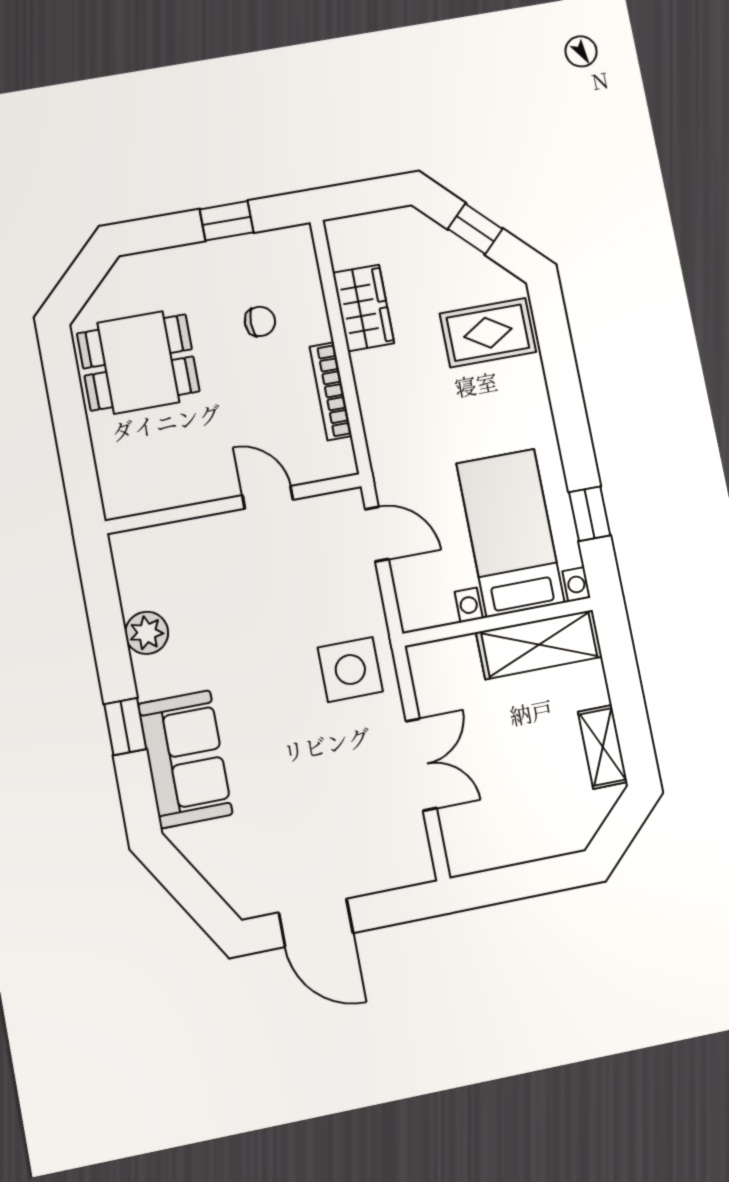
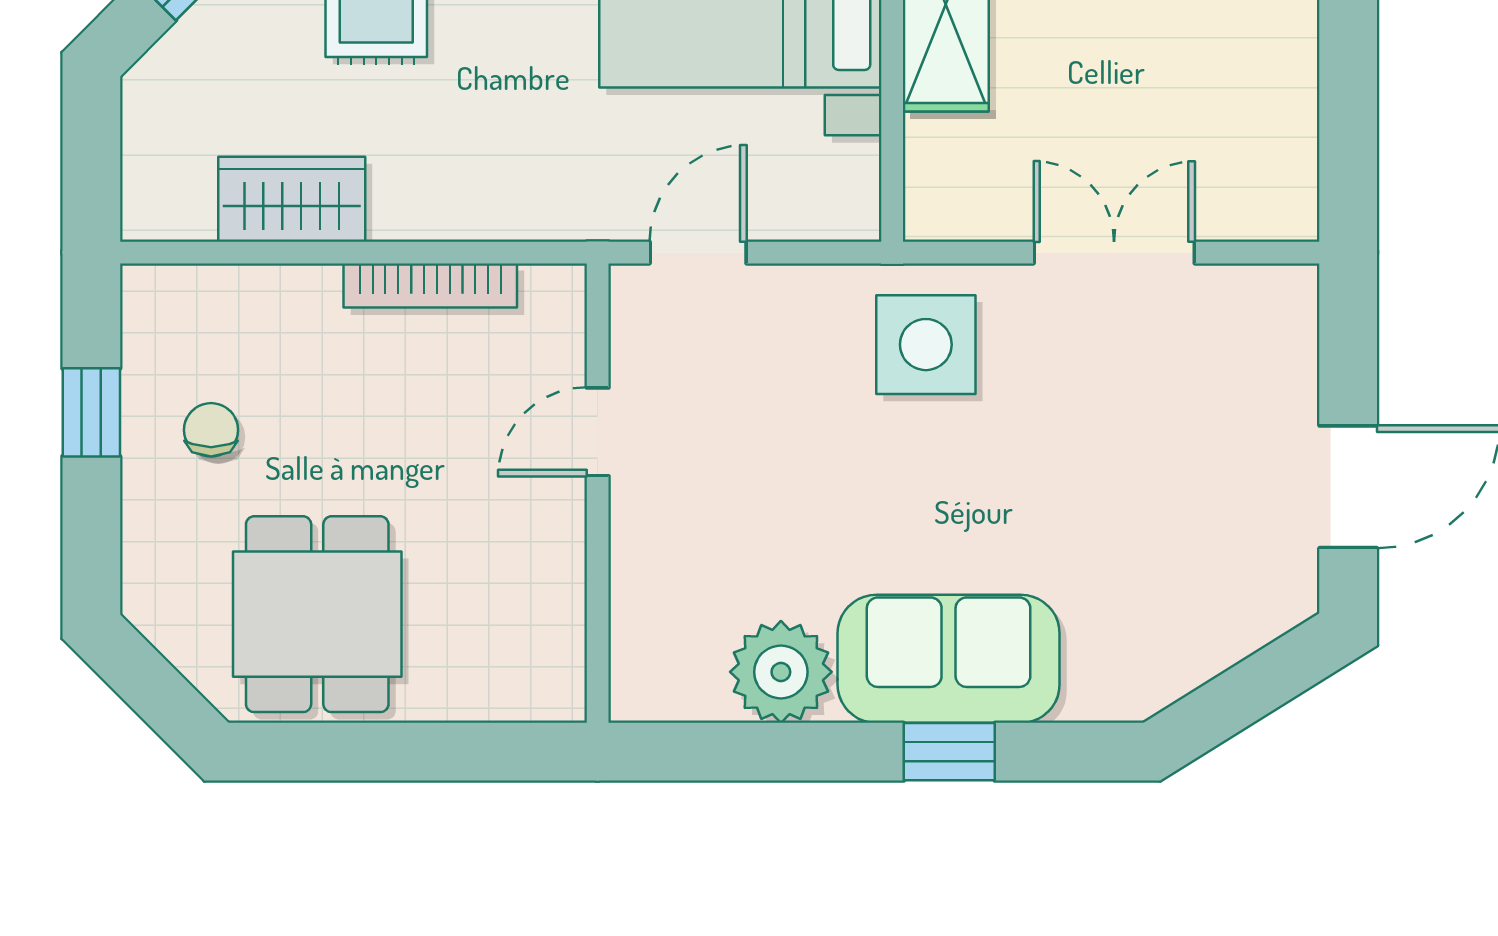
chair: (260, 321) -> (211, 430), moved
plant: (147, 633) -> (781, 672), width x1.36, depth x1.36
sofa: (185, 759) -> (949, 659), moved

